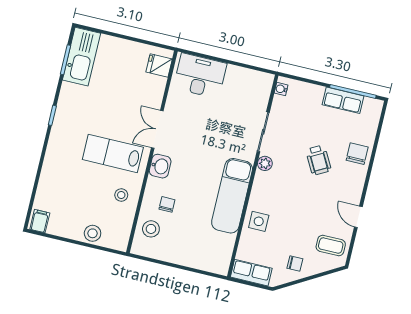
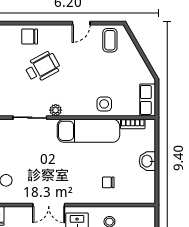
wheelchair: (318, 160) -> (42, 67), width x1.36, depth x1.37
washbasin: (160, 166) -> (147, 161), moved, turned -90
stool: (151, 229) -> (131, 191), removed
bookcase: (228, 249) -> (133, 124), added
chair: (295, 263) -> (132, 66), removed

